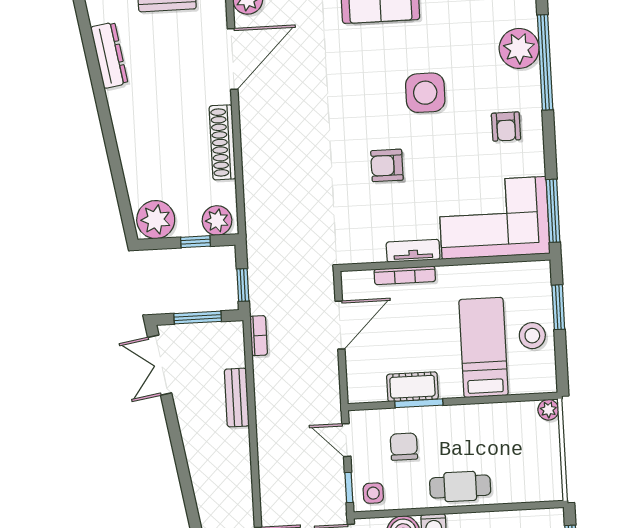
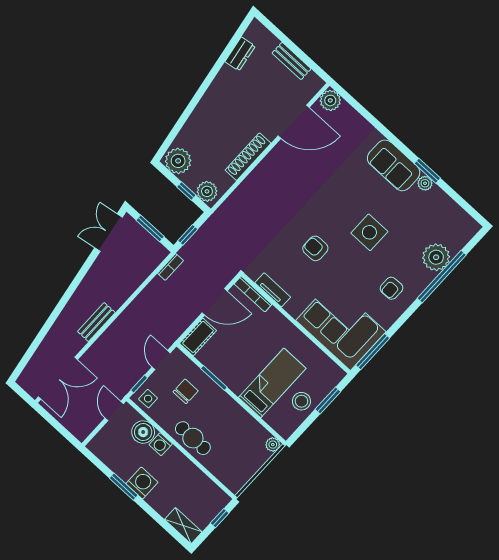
dresser: (109, 55) -> (240, 54), width x0.70
tv unit: (413, 251) -> (273, 290), moved
bookcase: (405, 275) -> (253, 294), moved
cot: (412, 387) -> (198, 337), moved, turned 90
bench: (237, 398) -> (96, 322), moved

